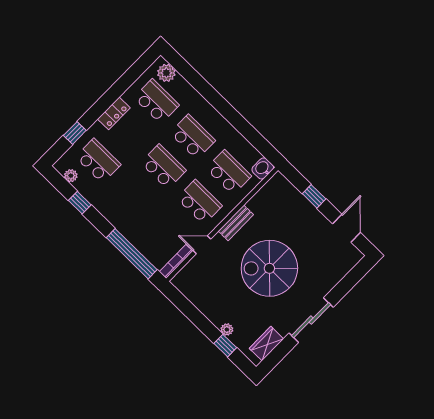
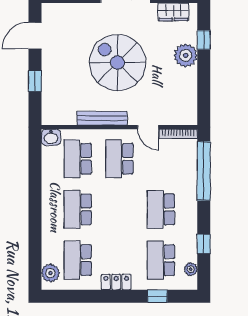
school desk: (163, 167) -> (161, 209), moved
bench: (236, 223) -> (102, 118), width x1.36
spiral stairs: (269, 268) -> (118, 63), turned 180
plant: (227, 329) -> (186, 55), width x1.88, depth x1.88

